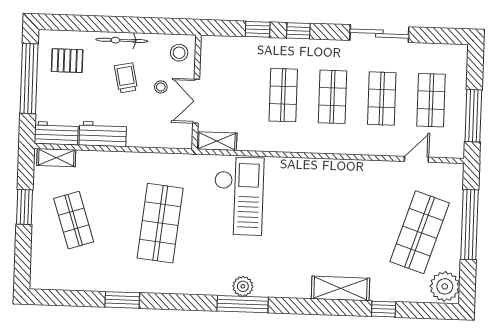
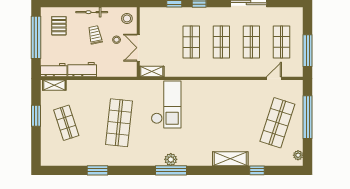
pallet: (67, 61) -> (59, 26), turned 90
plant: (445, 286) -> (298, 155), width x0.53, depth x0.53

